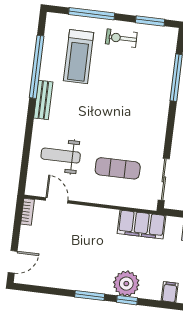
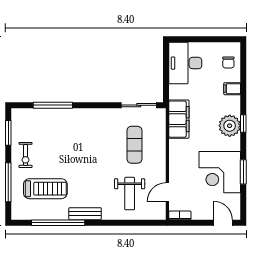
corner desk: (73, 265) -> (220, 172), added
window: (90, 296) -> (243, 172), moved

